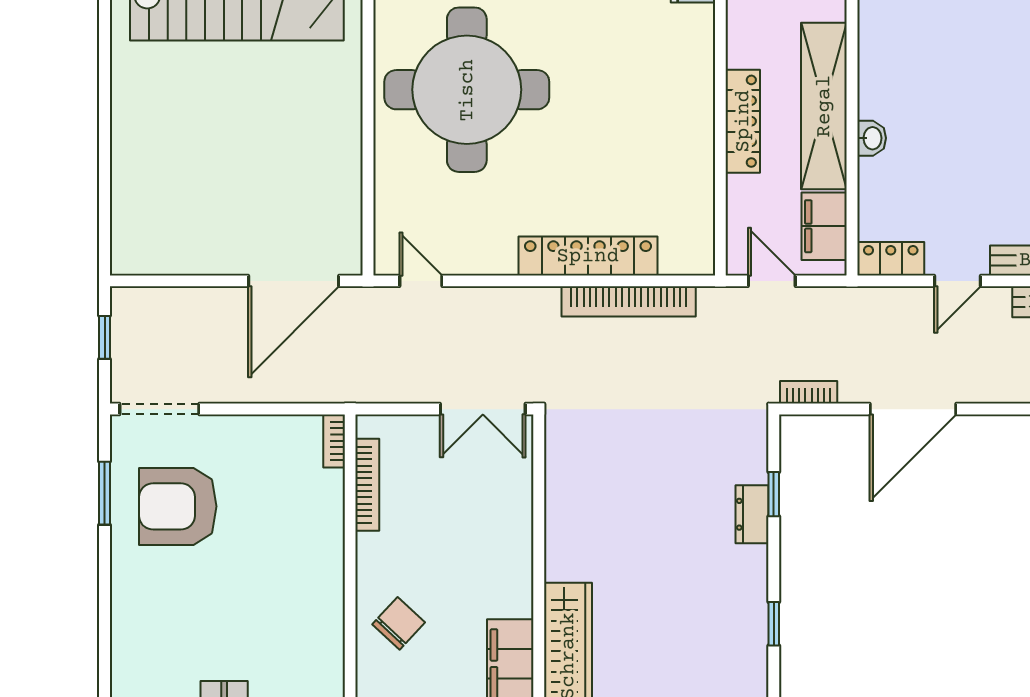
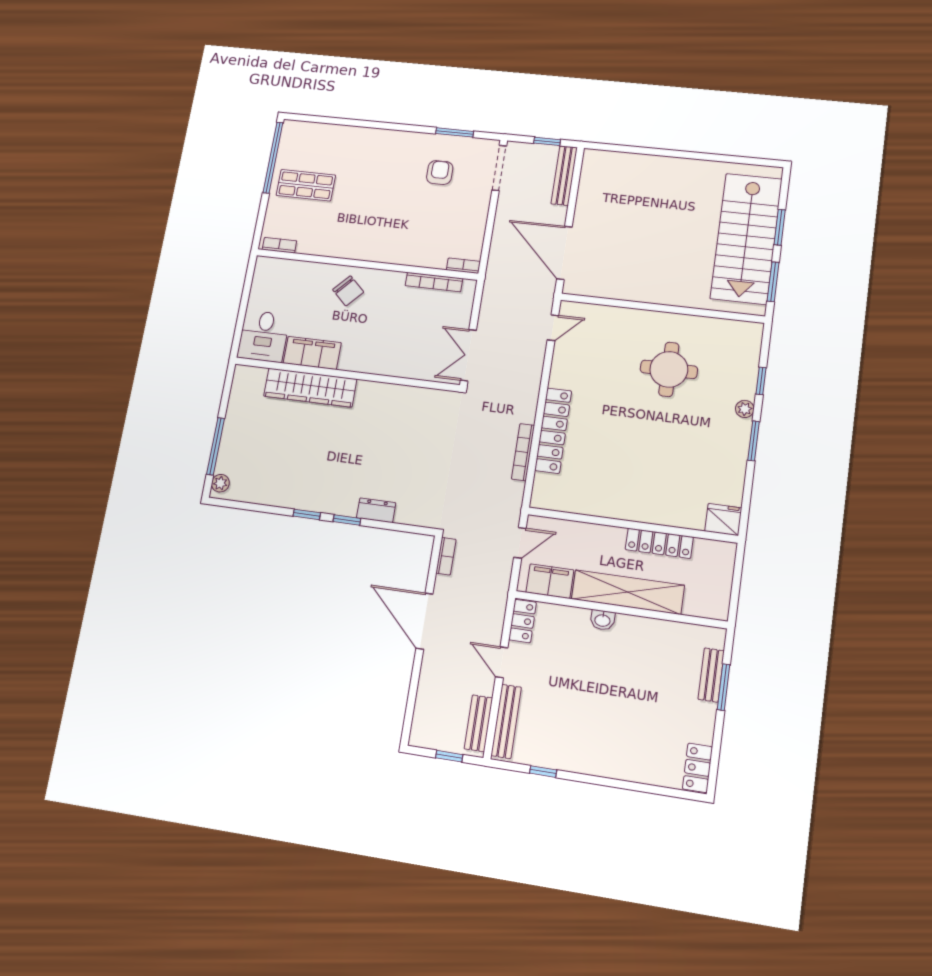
round table: (467, 90) -> (669, 369), width x0.54, depth x0.54
locker: (743, 121) -> (659, 543), moved
bench: (161, 301) -> (564, 176), added
bookcase: (629, 301) -> (523, 452), width x0.68, depth x0.76
window: (774, 494) -> (347, 520), moved
armchair: (178, 506) -> (440, 173), width x0.53, depth x0.53

